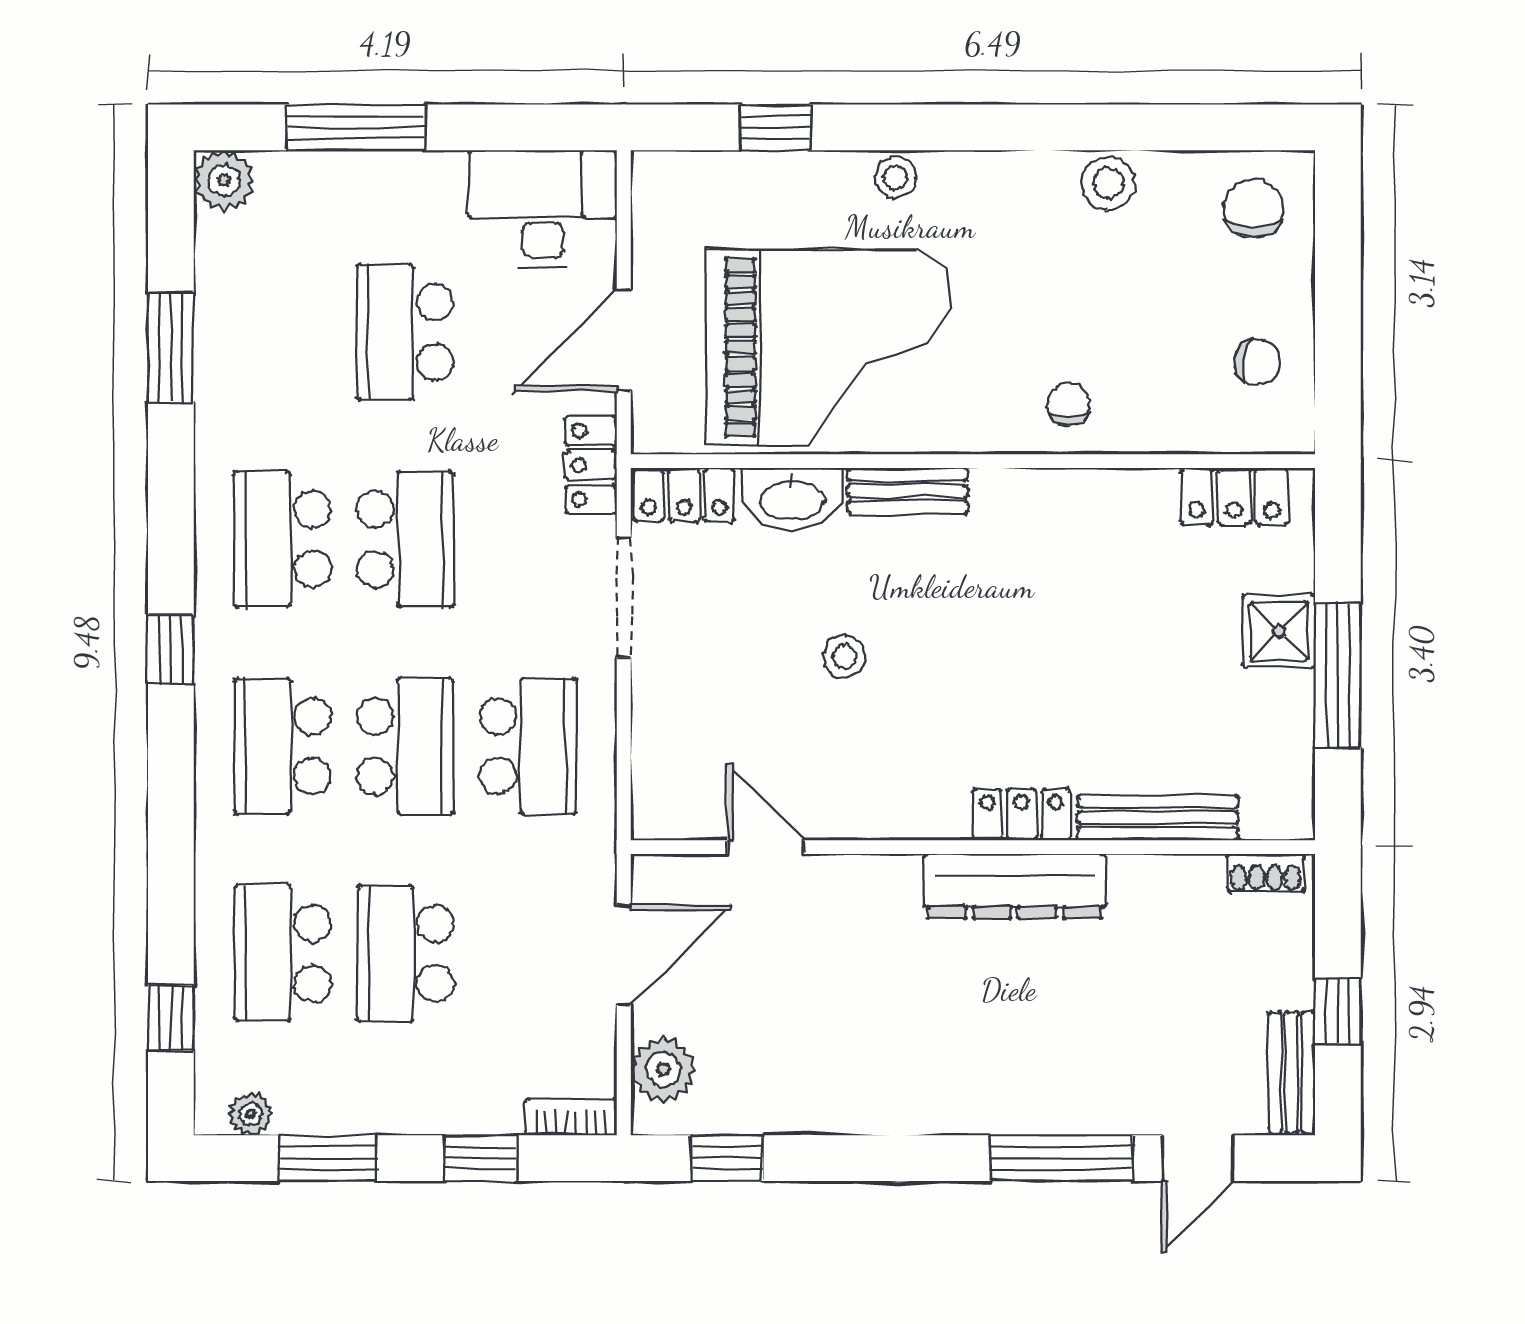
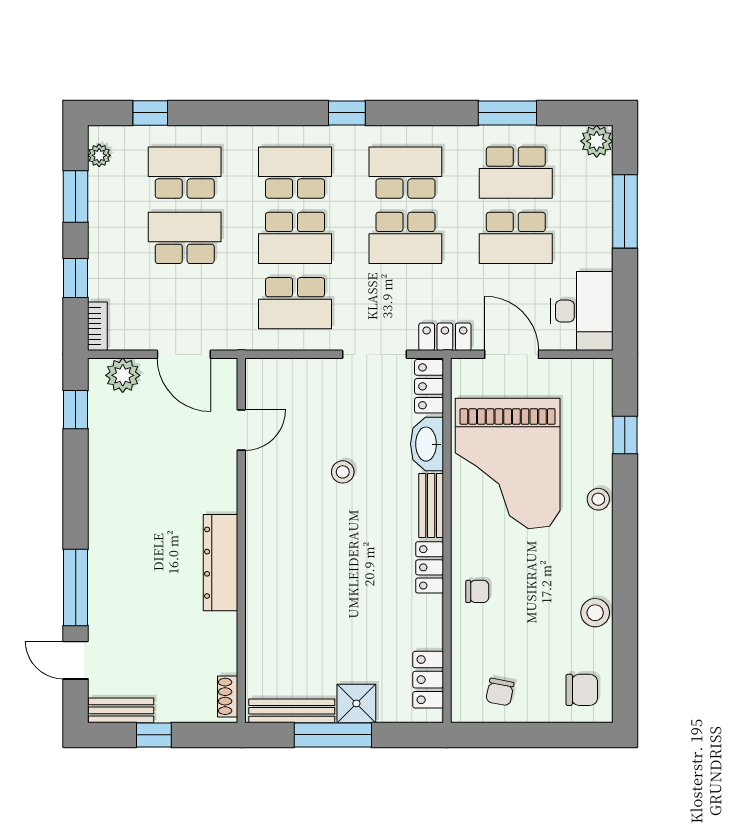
school desk: (283, 332) -> (516, 173), added
school desk: (405, 332) -> (516, 238), turned 180
locker: (1021, 814) -> (430, 567), moved, turned 180
bench: (1158, 818) -> (292, 711), moved, turned 90

